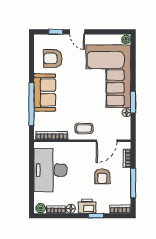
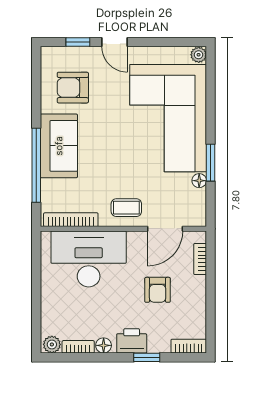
desk: (50, 170) -> (89, 259), moved, turned 90
window: (133, 183) -> (211, 301), removed

